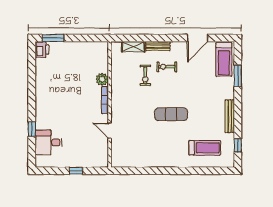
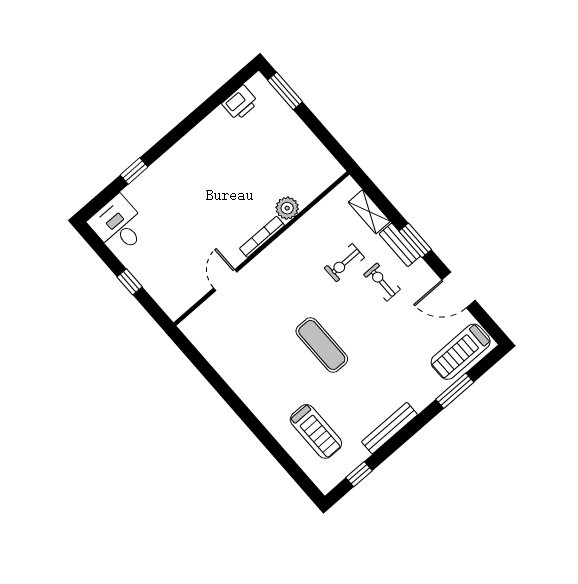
window: (162, 38) -> (415, 240), added
printer: (42, 49) -> (240, 103), moved
desk: (49, 142) -> (119, 225), moved

